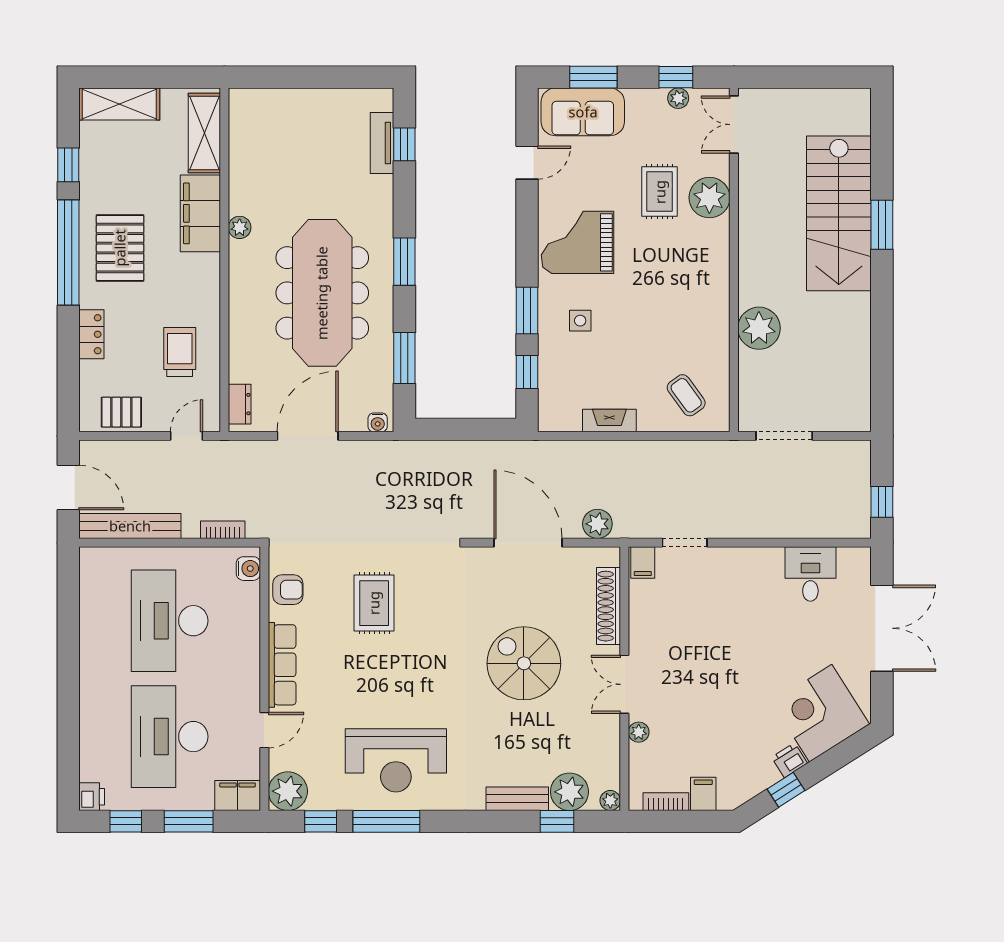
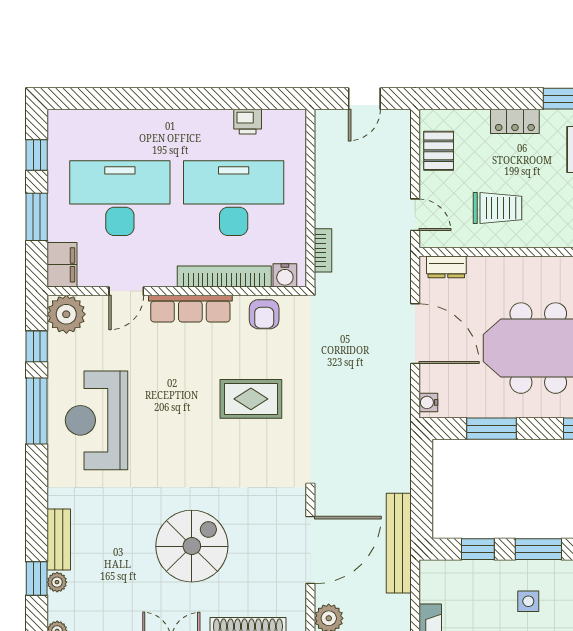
door: (68, 488) -> (364, 99), width x0.73
bench: (130, 526) -> (399, 543), moved
bookcase: (249, 630) -> (224, 277), added
door: (264, 730) -> (126, 291), hinge flipped
plant: (569, 792) -> (57, 582), width x0.53, depth x0.53
printer: (92, 797) -> (248, 122), moved

